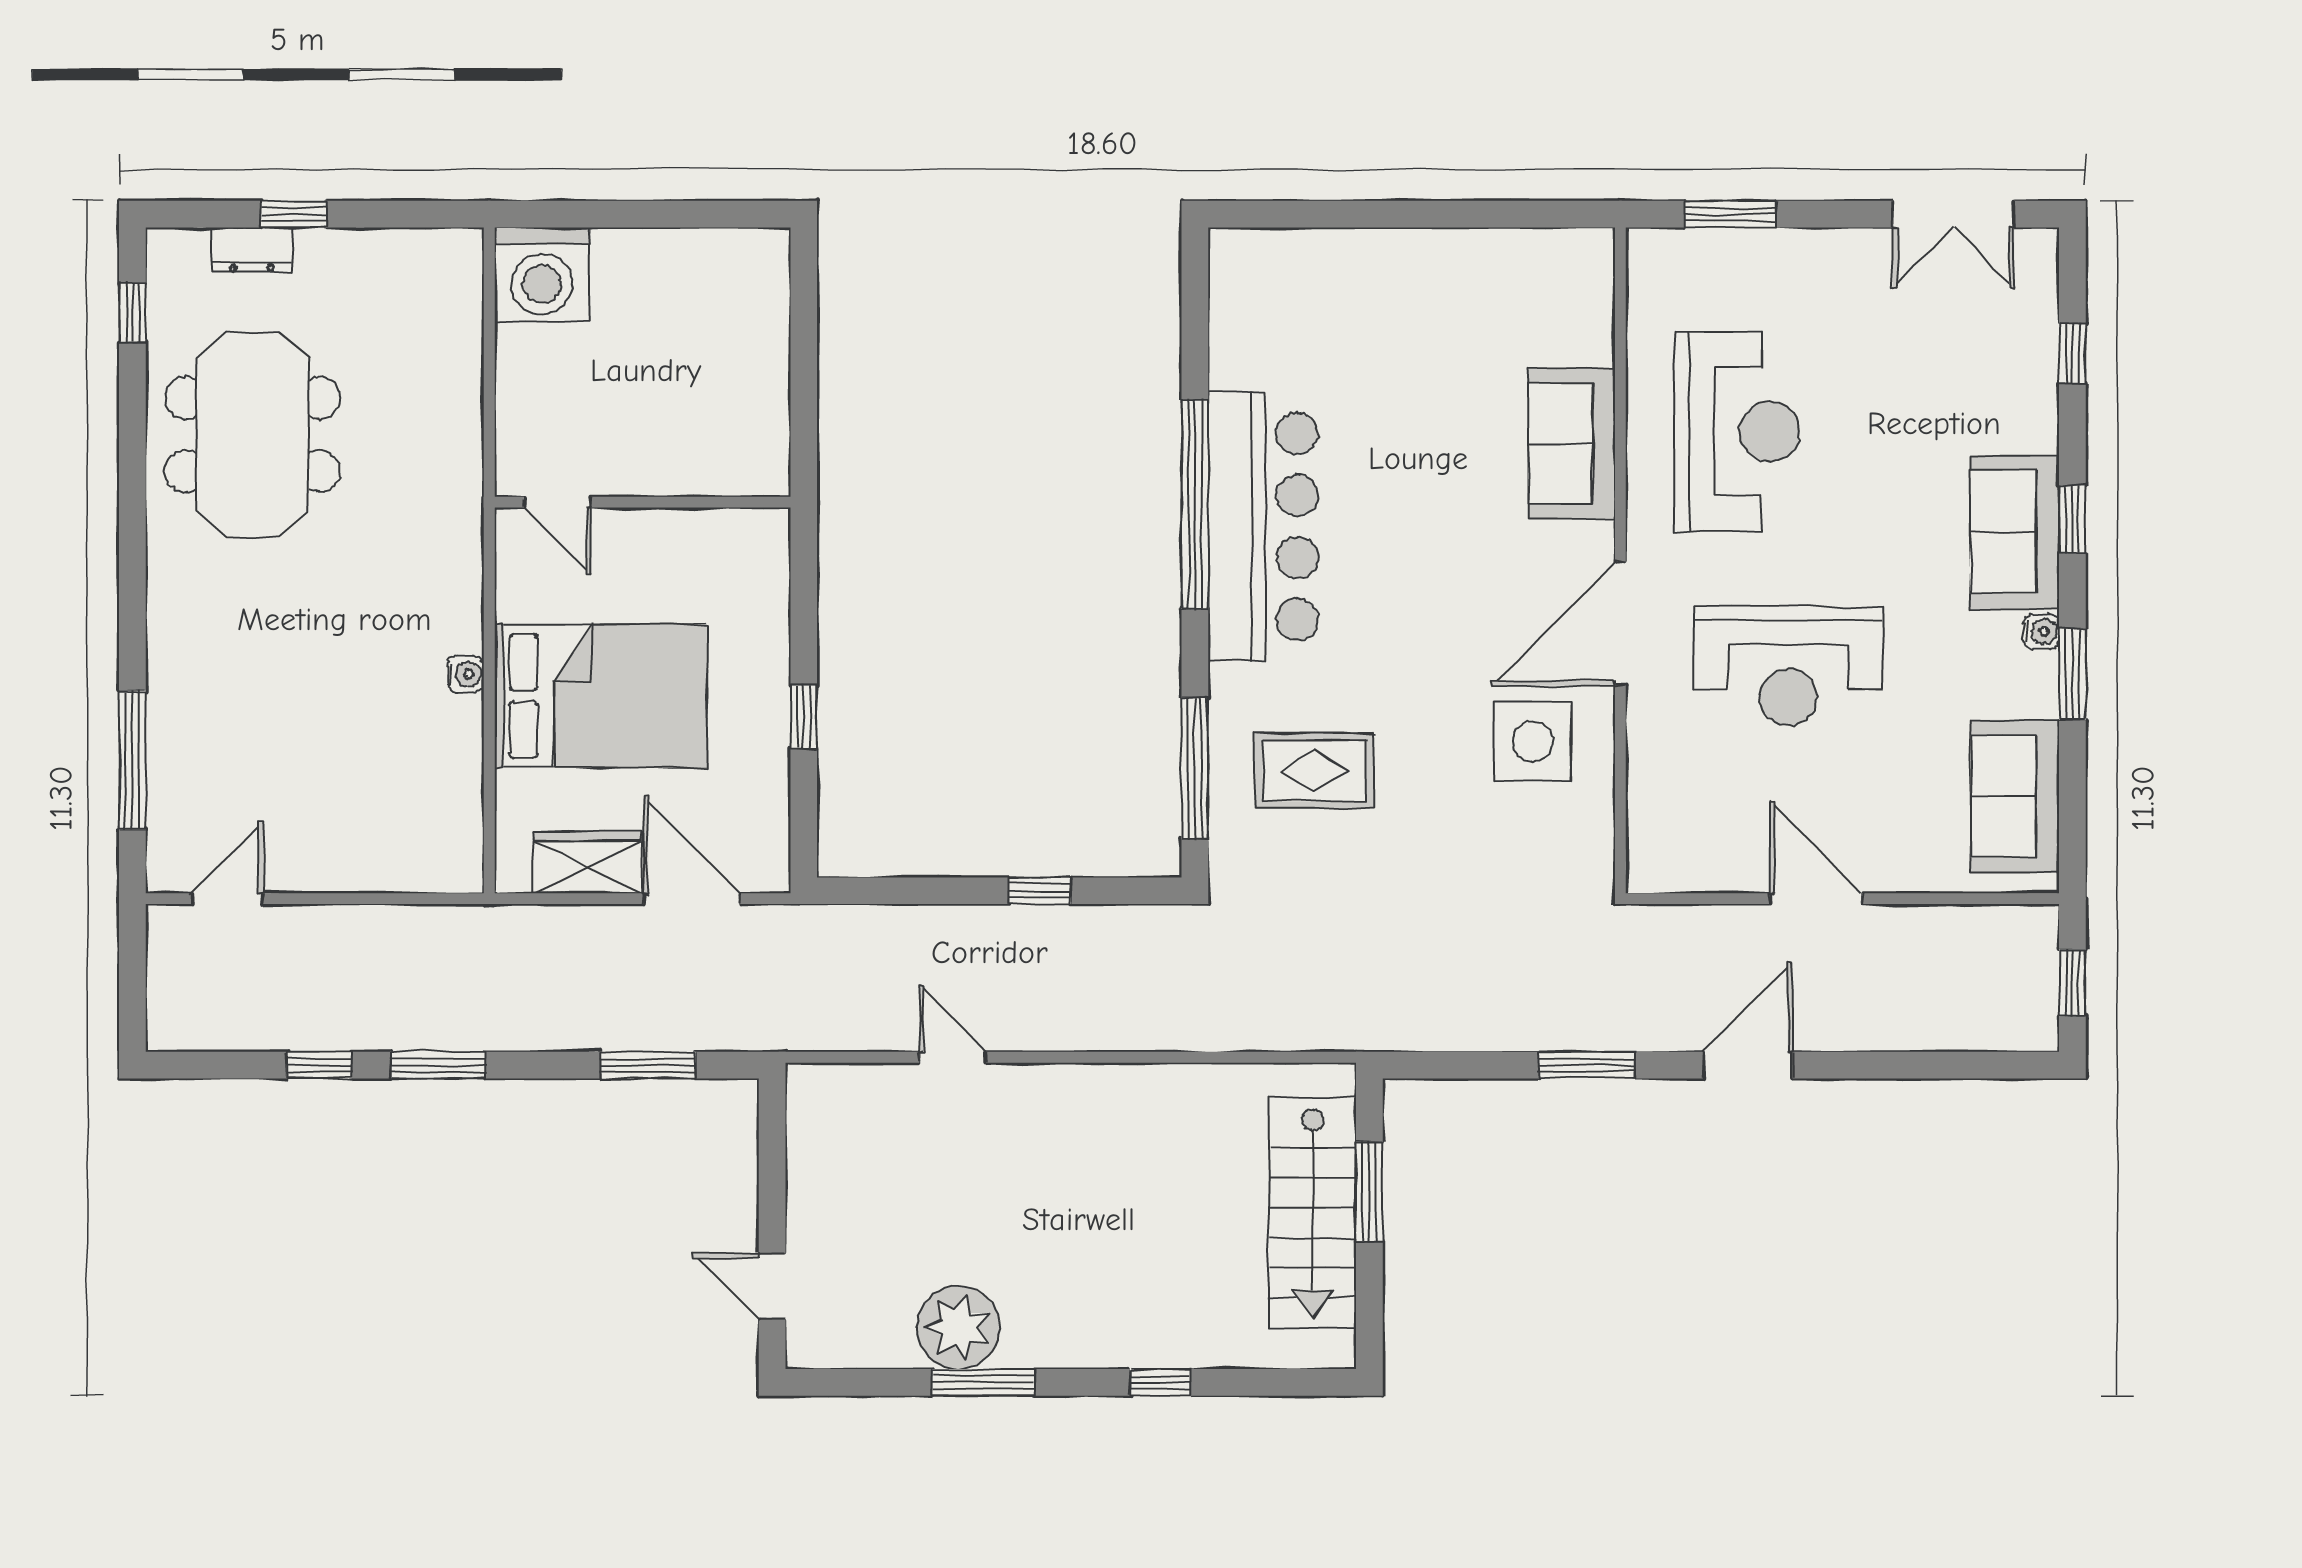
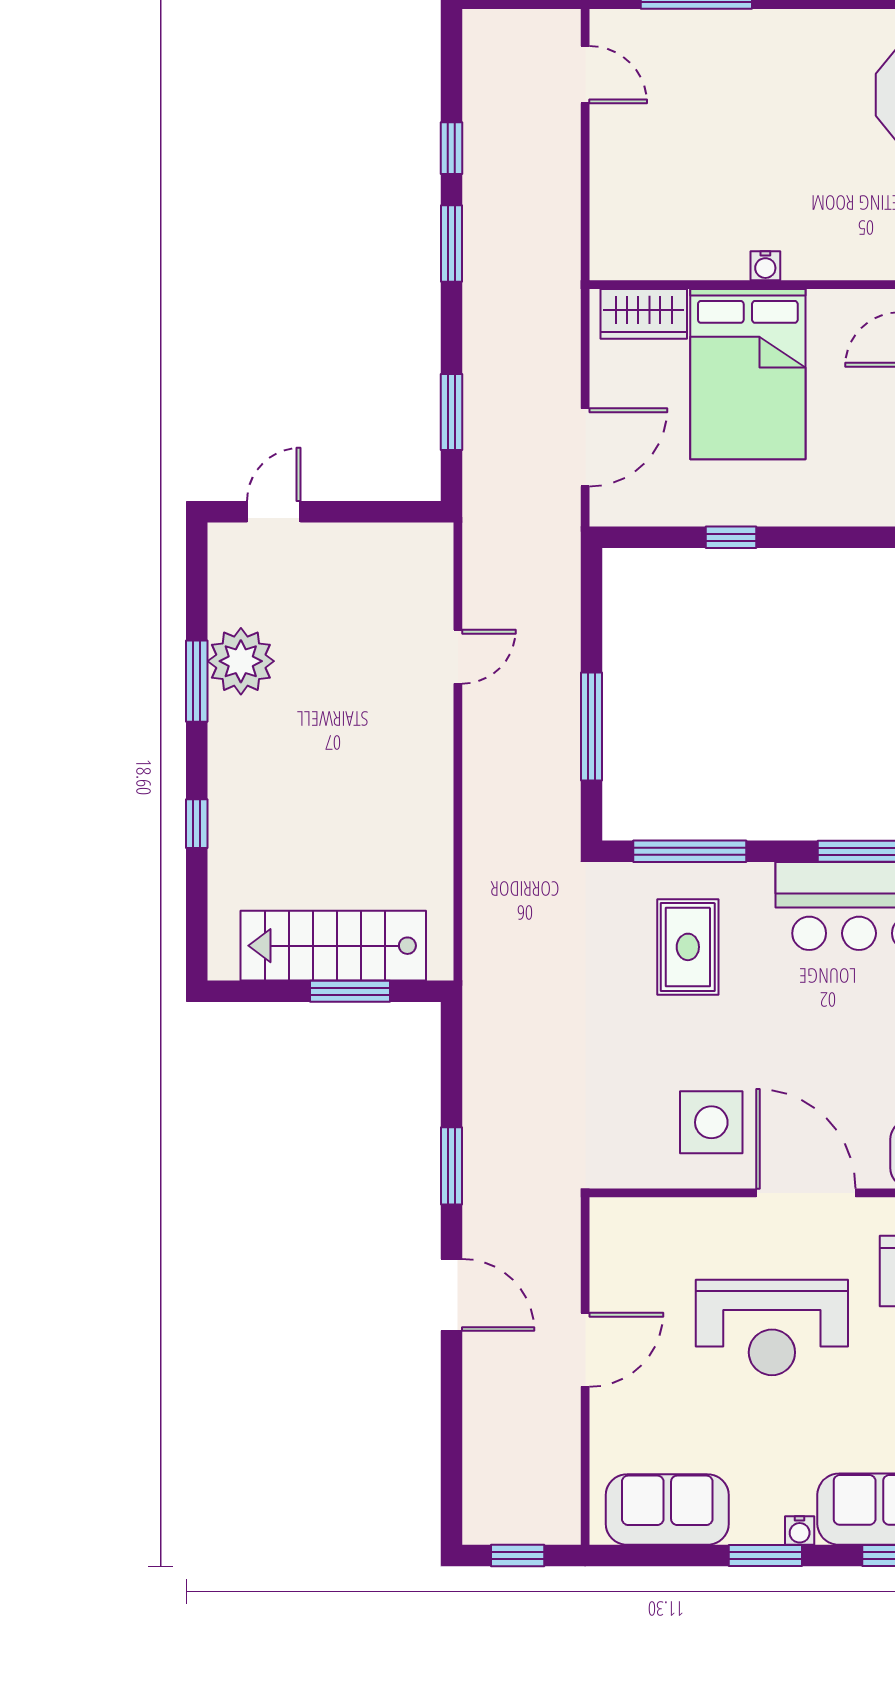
reception desk: (1788, 666) -> (772, 1327), turned -90
wardrobe: (588, 862) -> (644, 314), moved, turned 90
window: (1040, 891) -> (591, 727), width x2.17

